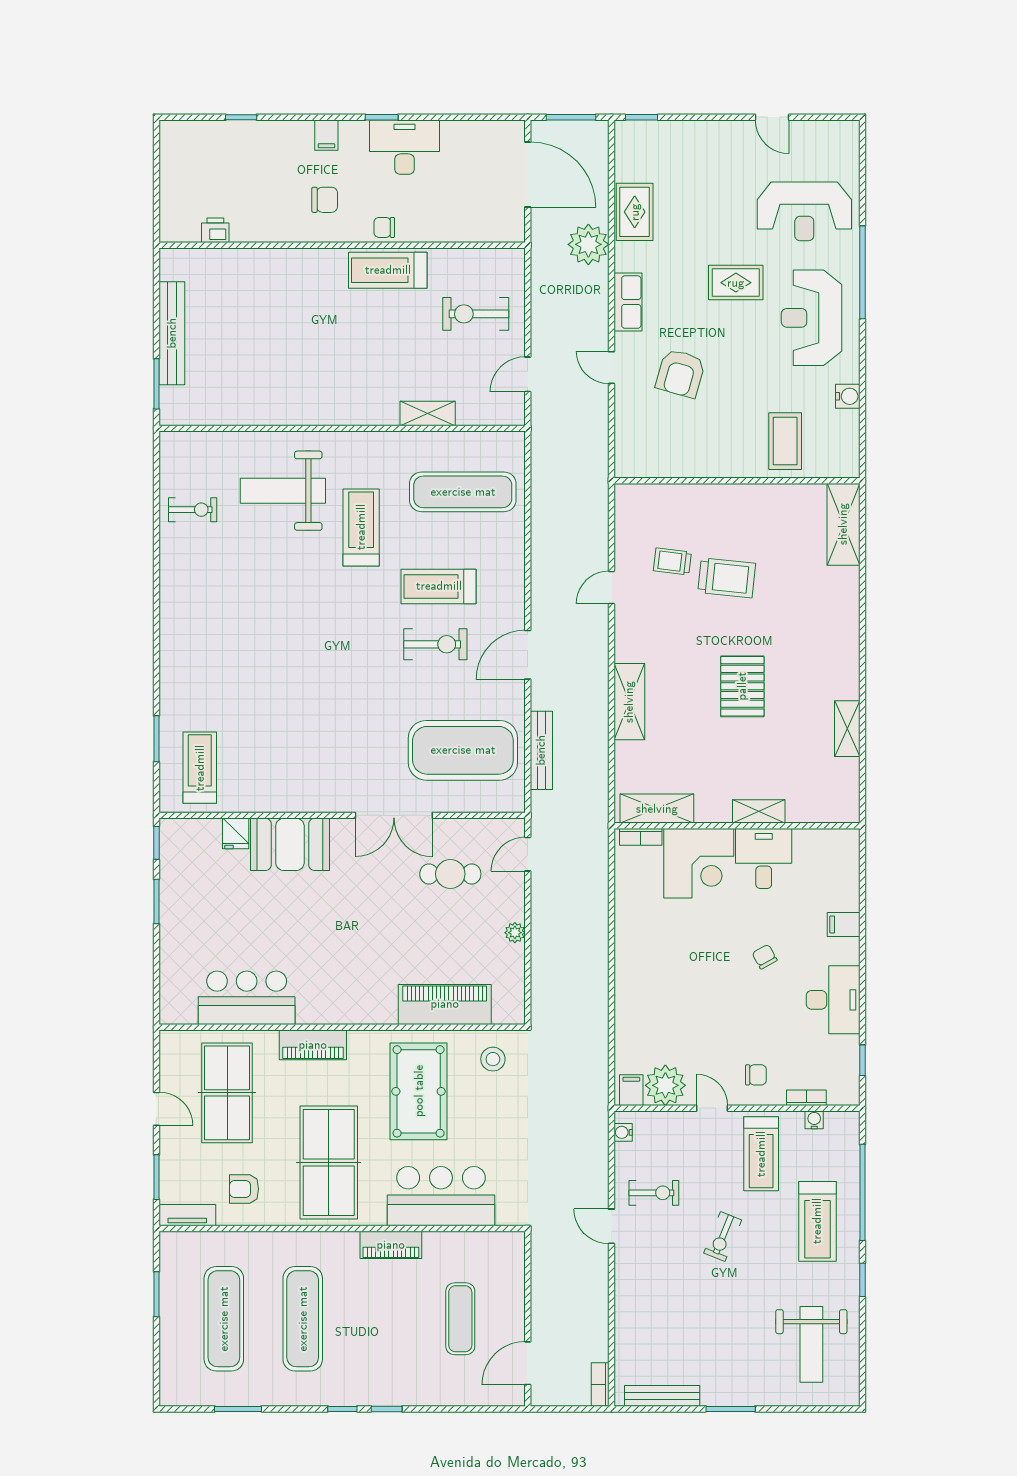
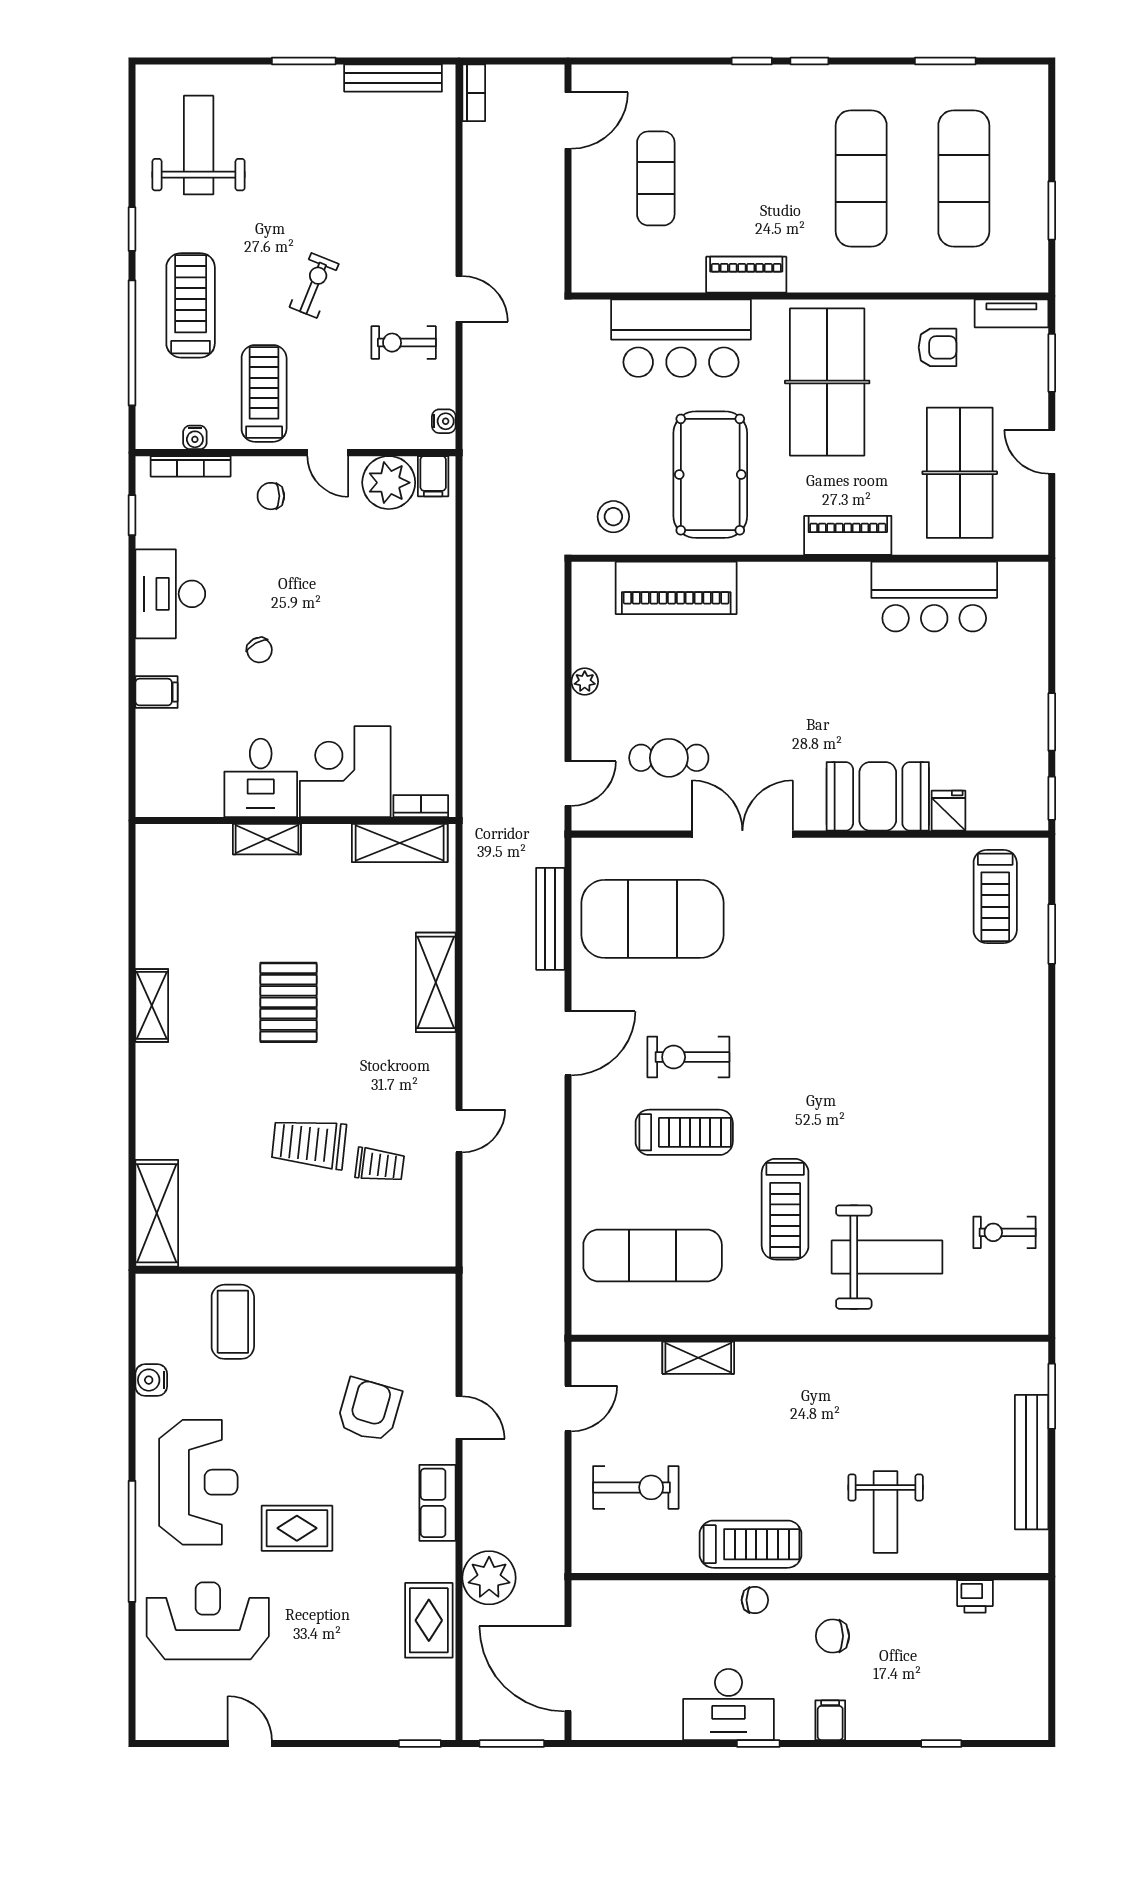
weight bench: (284, 295) -> (886, 1512), added
shelving: (847, 729) -> (152, 1005), moved
bookcase: (806, 1098) -> (191, 466), width x1.56

